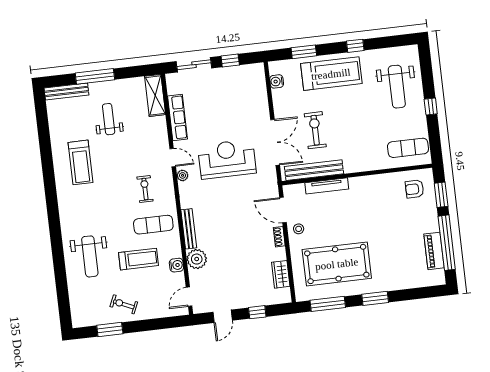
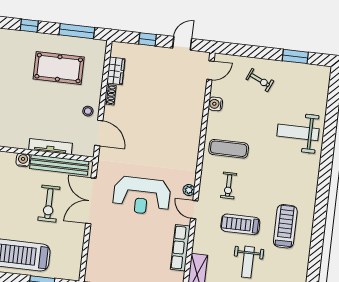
water cooler: (277, 81) -> (23, 160), moved, turned -90
bench: (189, 229) -> (195, 136), removed
shoe rack: (279, 237) -> (110, 95), moved
weight bench: (90, 256) -> (298, 132), turned -90
treadmill: (139, 259) -> (240, 224), moved
plant: (197, 259) -> (194, 105), removed
pool table: (337, 264) -> (59, 68), width x0.73, depth x0.76
window: (375, 298) -> (29, 26), width x0.67
exercise bike: (124, 304) -> (260, 80), moved

